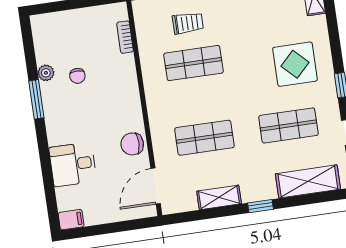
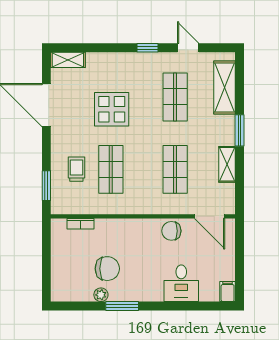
display table: (295, 64) -> (112, 109), moved
chair: (77, 76) -> (107, 269), width x1.87, depth x1.87
chair: (132, 144) -> (171, 231), turned 90
window: (260, 206) -> (239, 130), width x1.50

